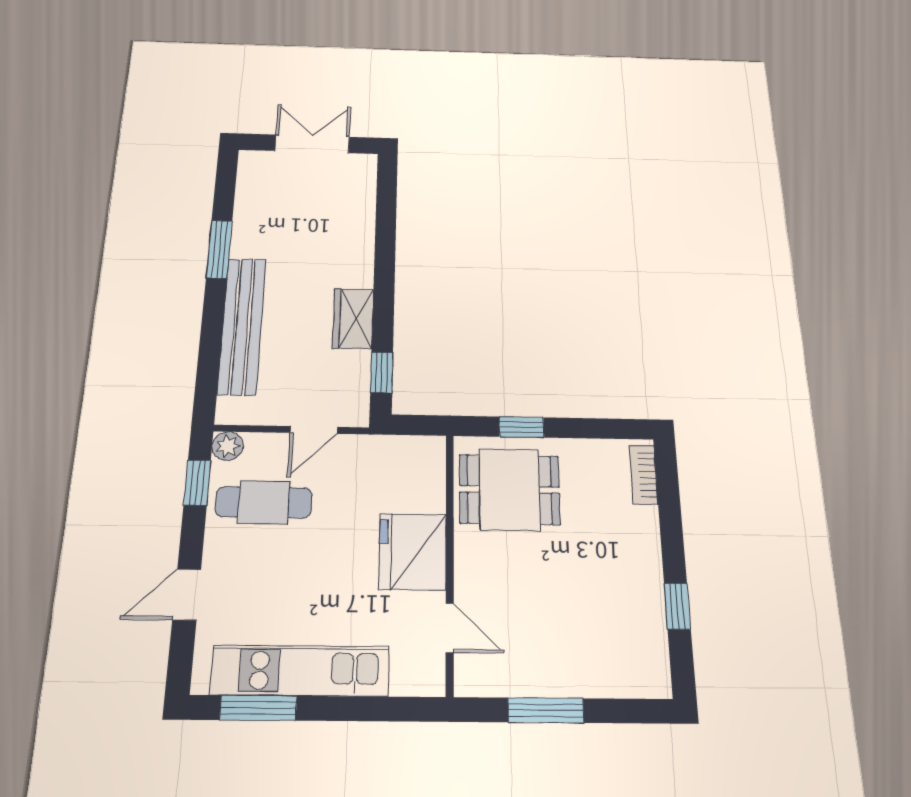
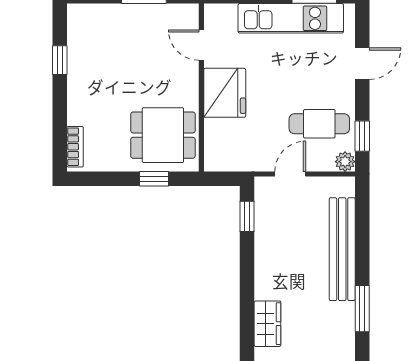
wardrobe: (353, 319) -> (267, 324), moved

